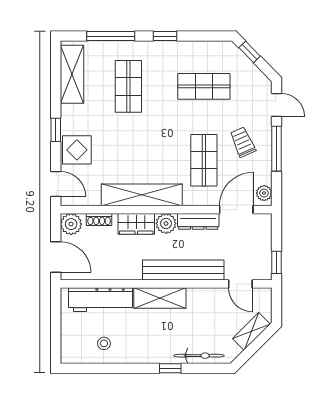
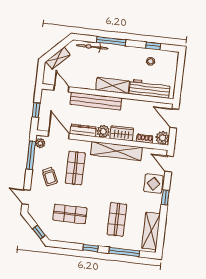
window: (277, 149) -> (31, 155), moved
door: (236, 210) -> (59, 135), swing flipped
window: (277, 262) -> (36, 110), moved
window: (103, 368) -> (153, 46), added
window: (170, 368) -> (111, 41), width x2.17

